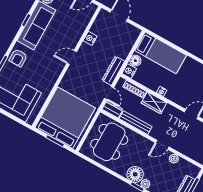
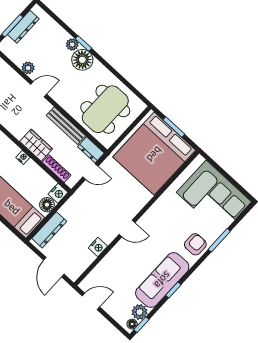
dresser: (113, 71) -> (49, 230), moved
door: (109, 93) -> (90, 171), swing flipped

